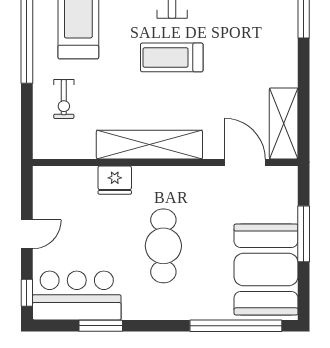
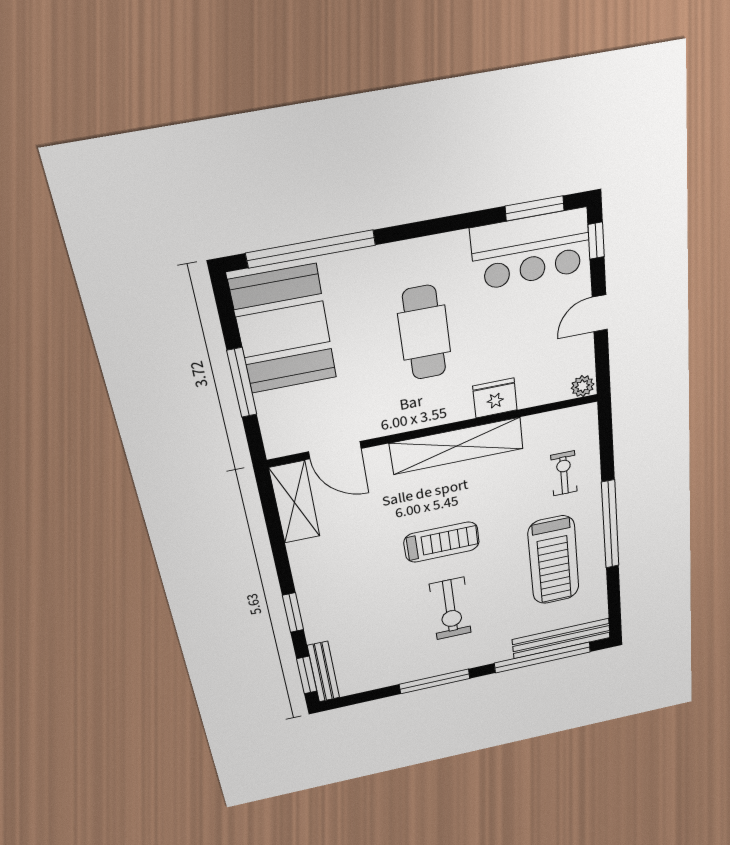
plant: (44, 175) -> (583, 386), added
window: (101, 326) -> (535, 208), moved

